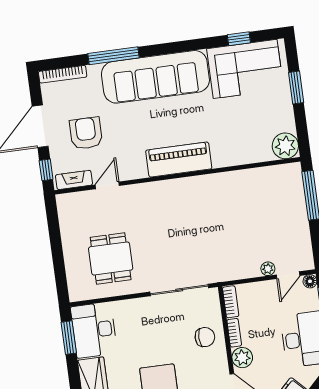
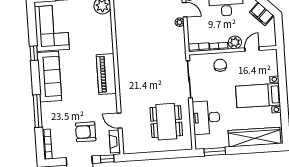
window: (239, 39) -> (34, 53), moved
sofa: (155, 77) -> (49, 77), width x0.74, depth x0.79
dining table: (111, 258) -> (166, 122), width x1.38
desk: (94, 330) -> (206, 117), moved, turned 90

